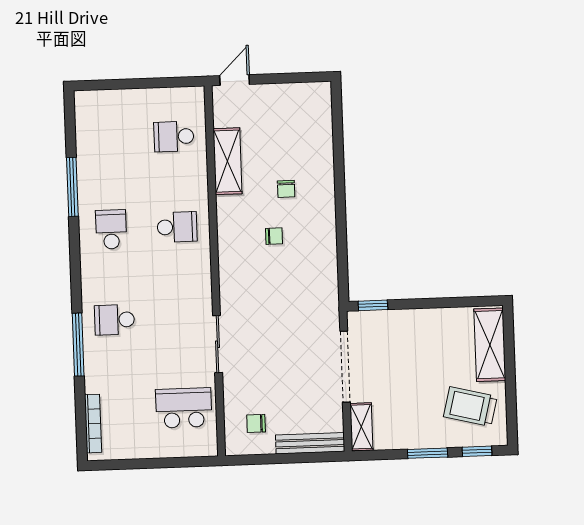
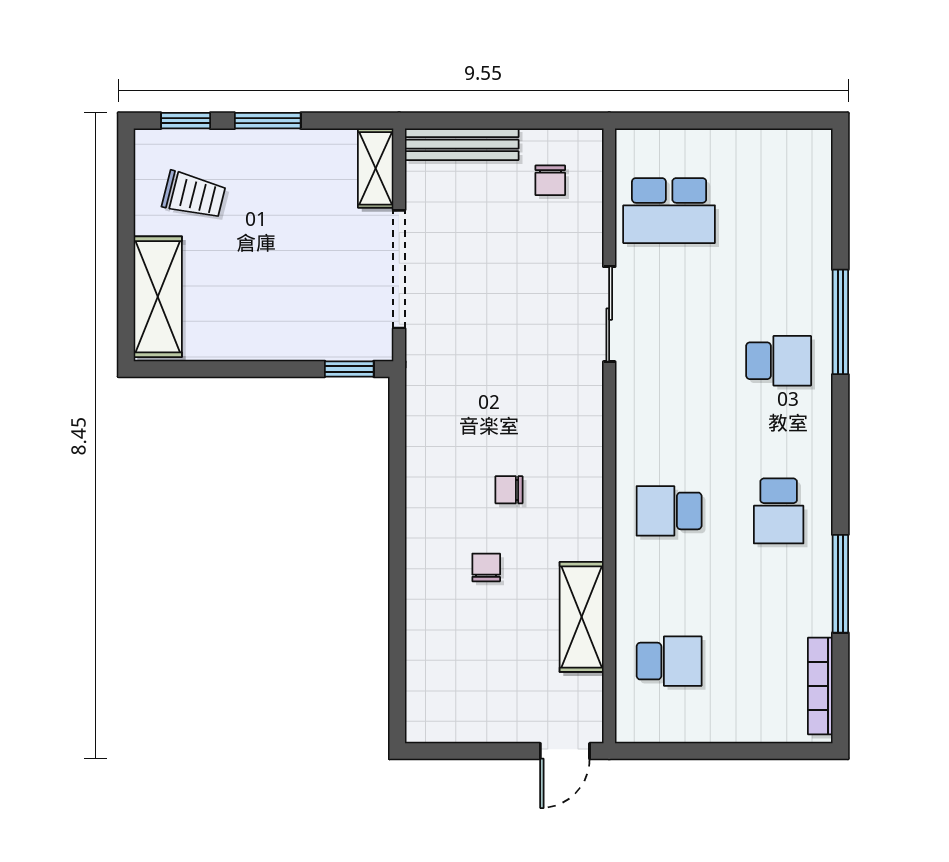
trolley: (470, 407) -> (194, 195), width x0.73, depth x0.72
chair: (256, 423) -> (550, 180), turned 90
bookcase: (93, 424) -> (820, 686), moved

